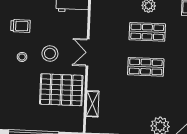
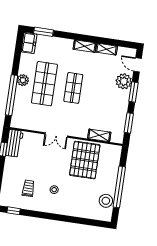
shop shelf: (147, 32) -> (44, 84), width x1.43, depth x1.36
stool: (50, 54) -> (106, 201), moved

